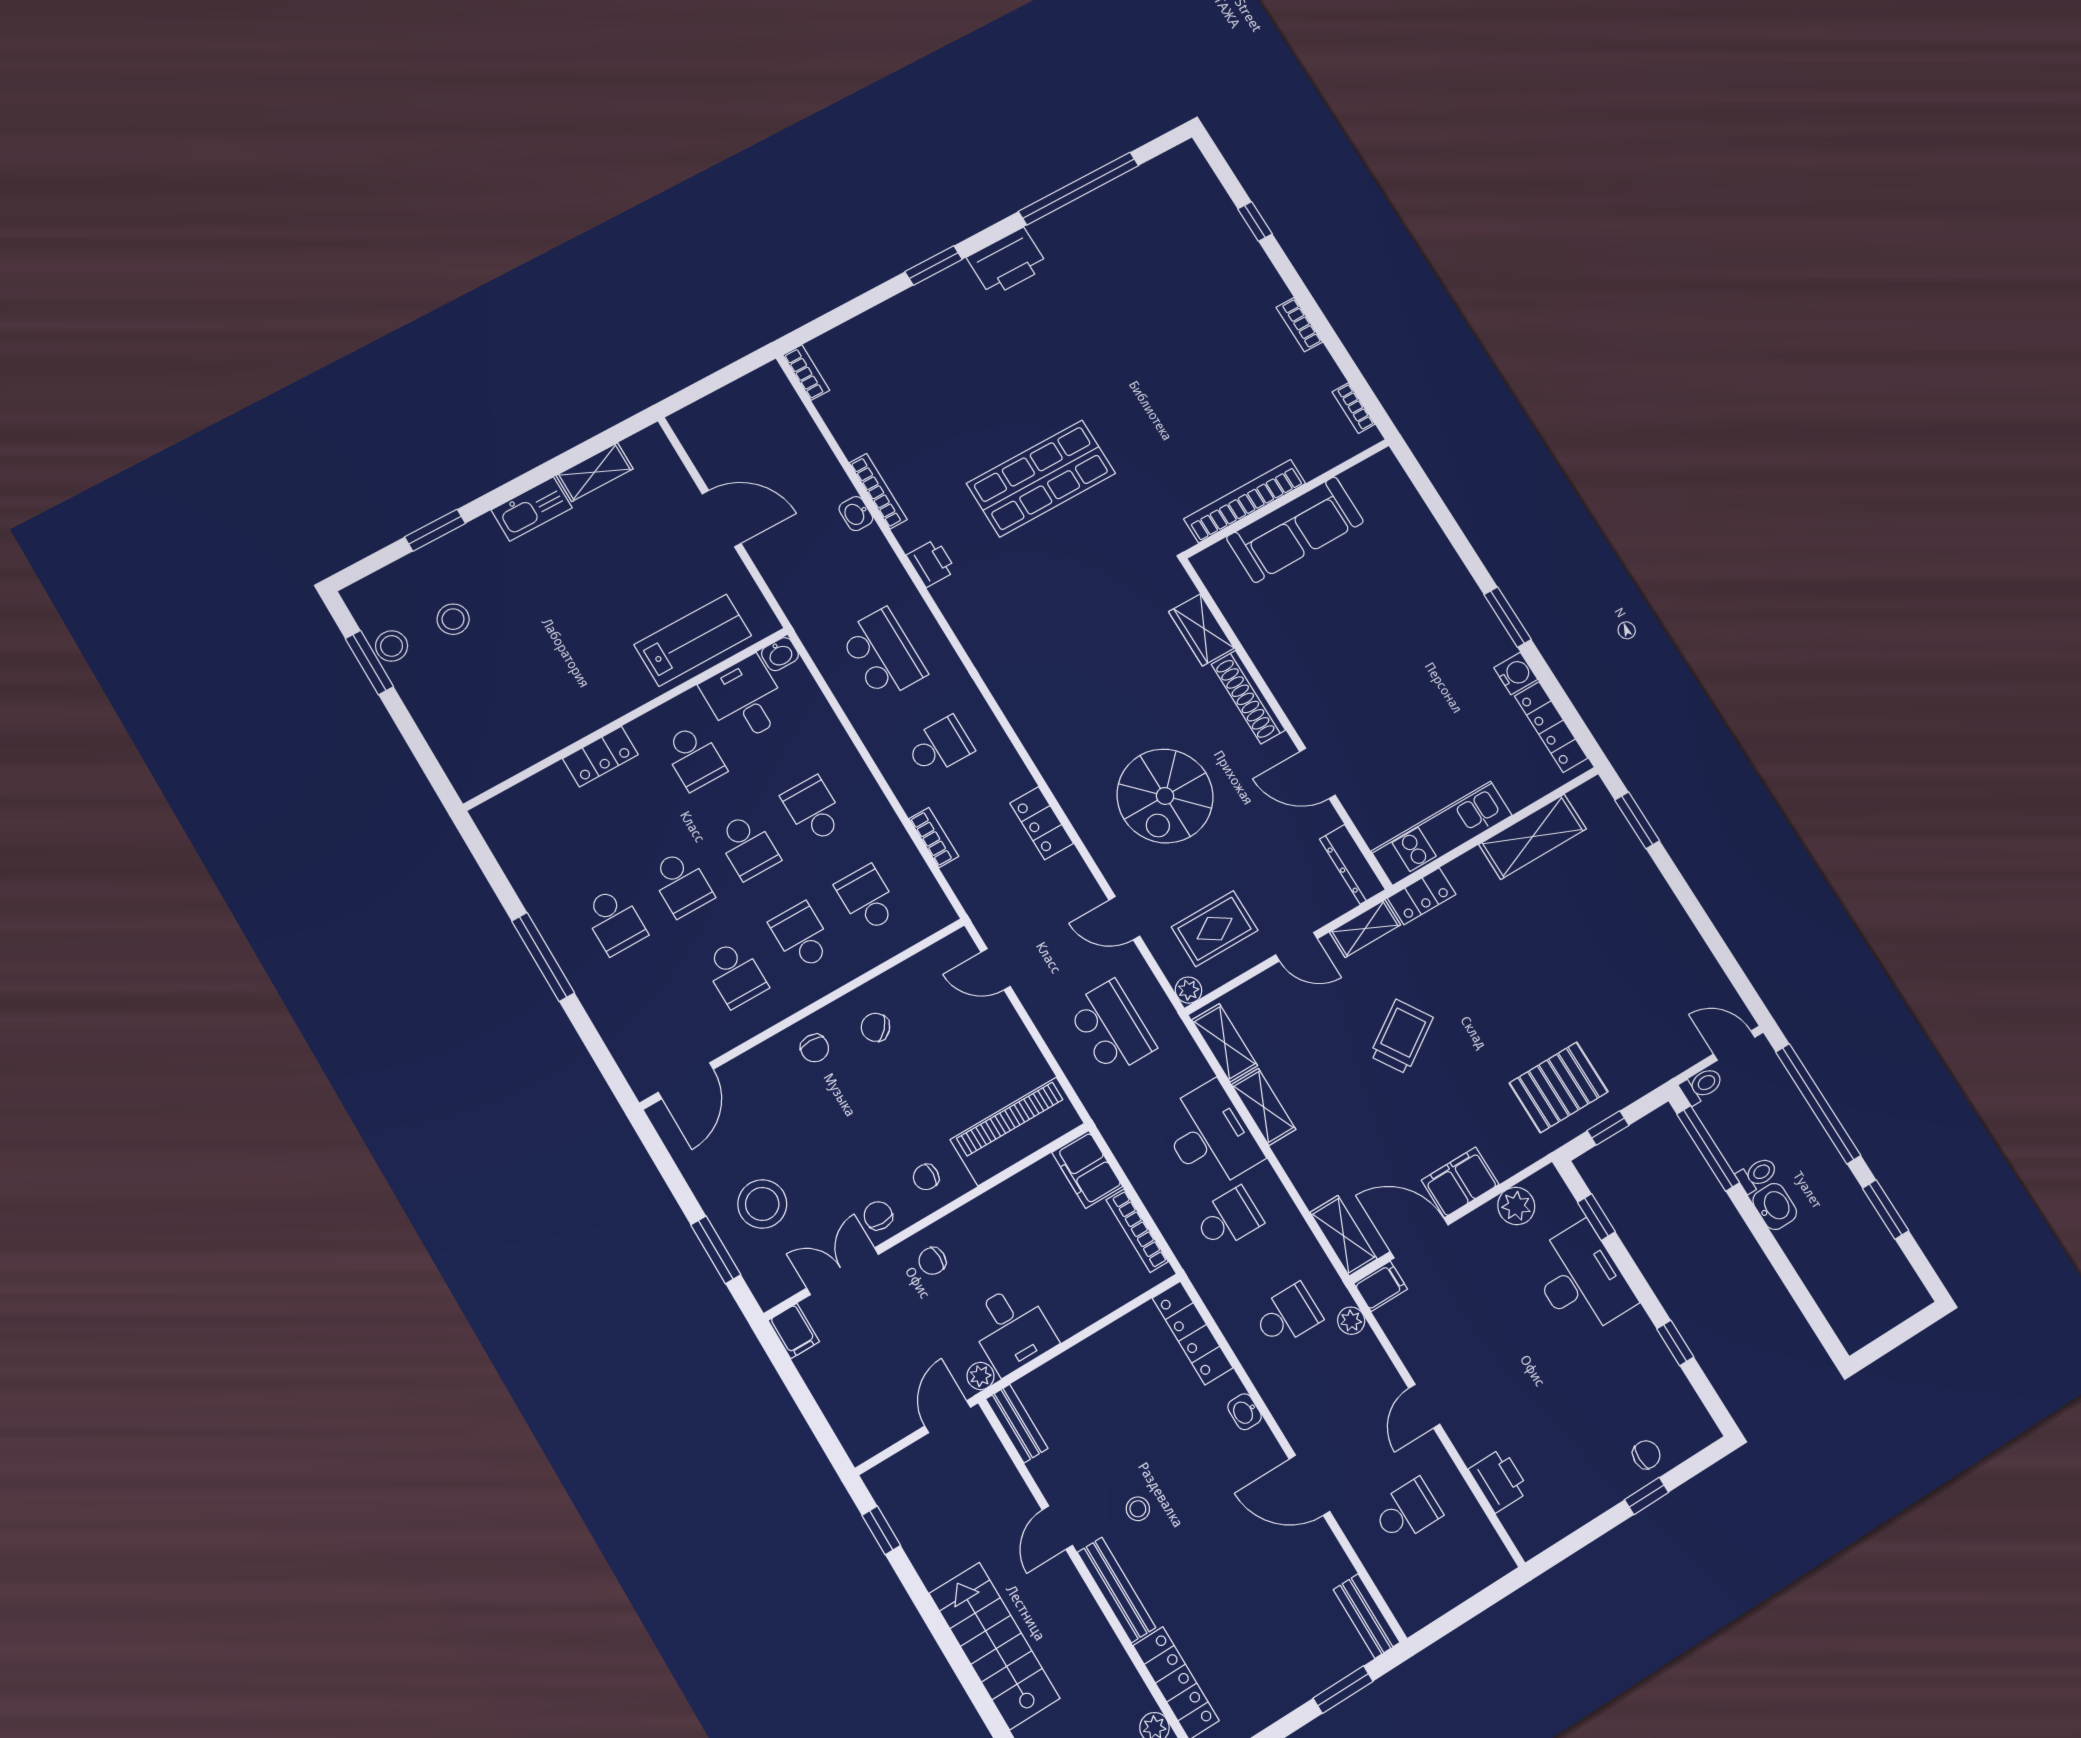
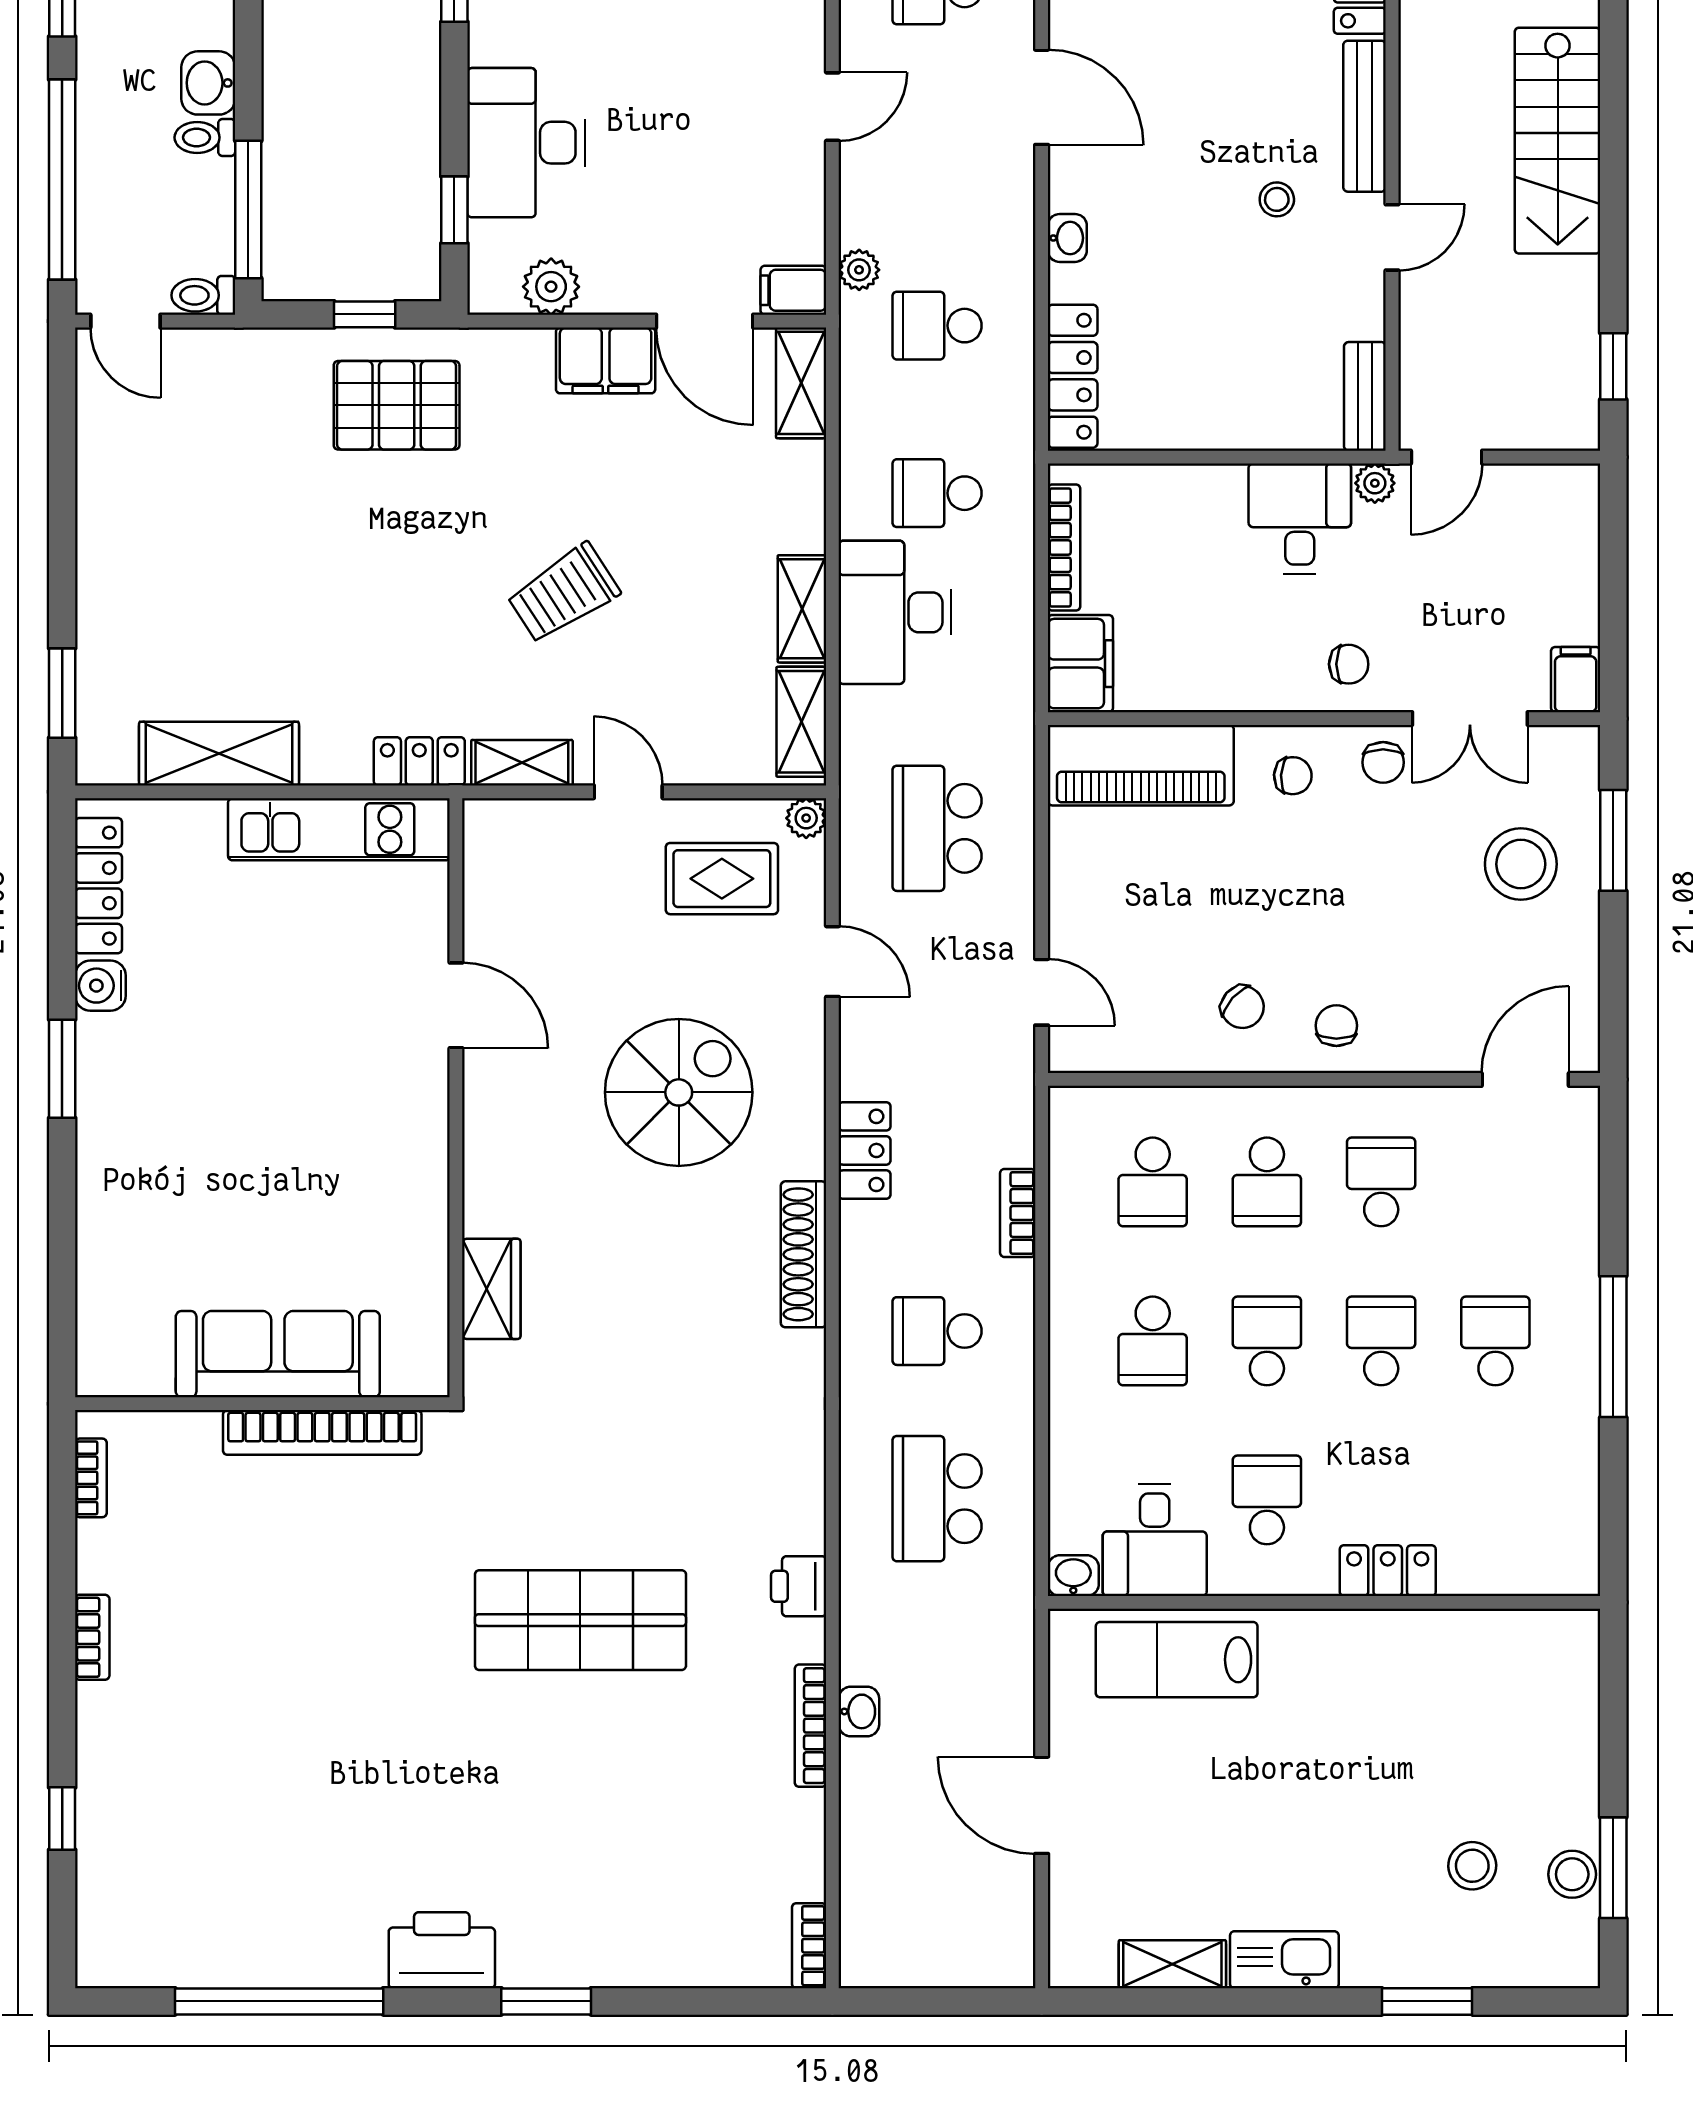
shoe rack: (1248, 697) -> (804, 1254), moved, turned 180
dresser: (1352, 864) -> (485, 857), removed

